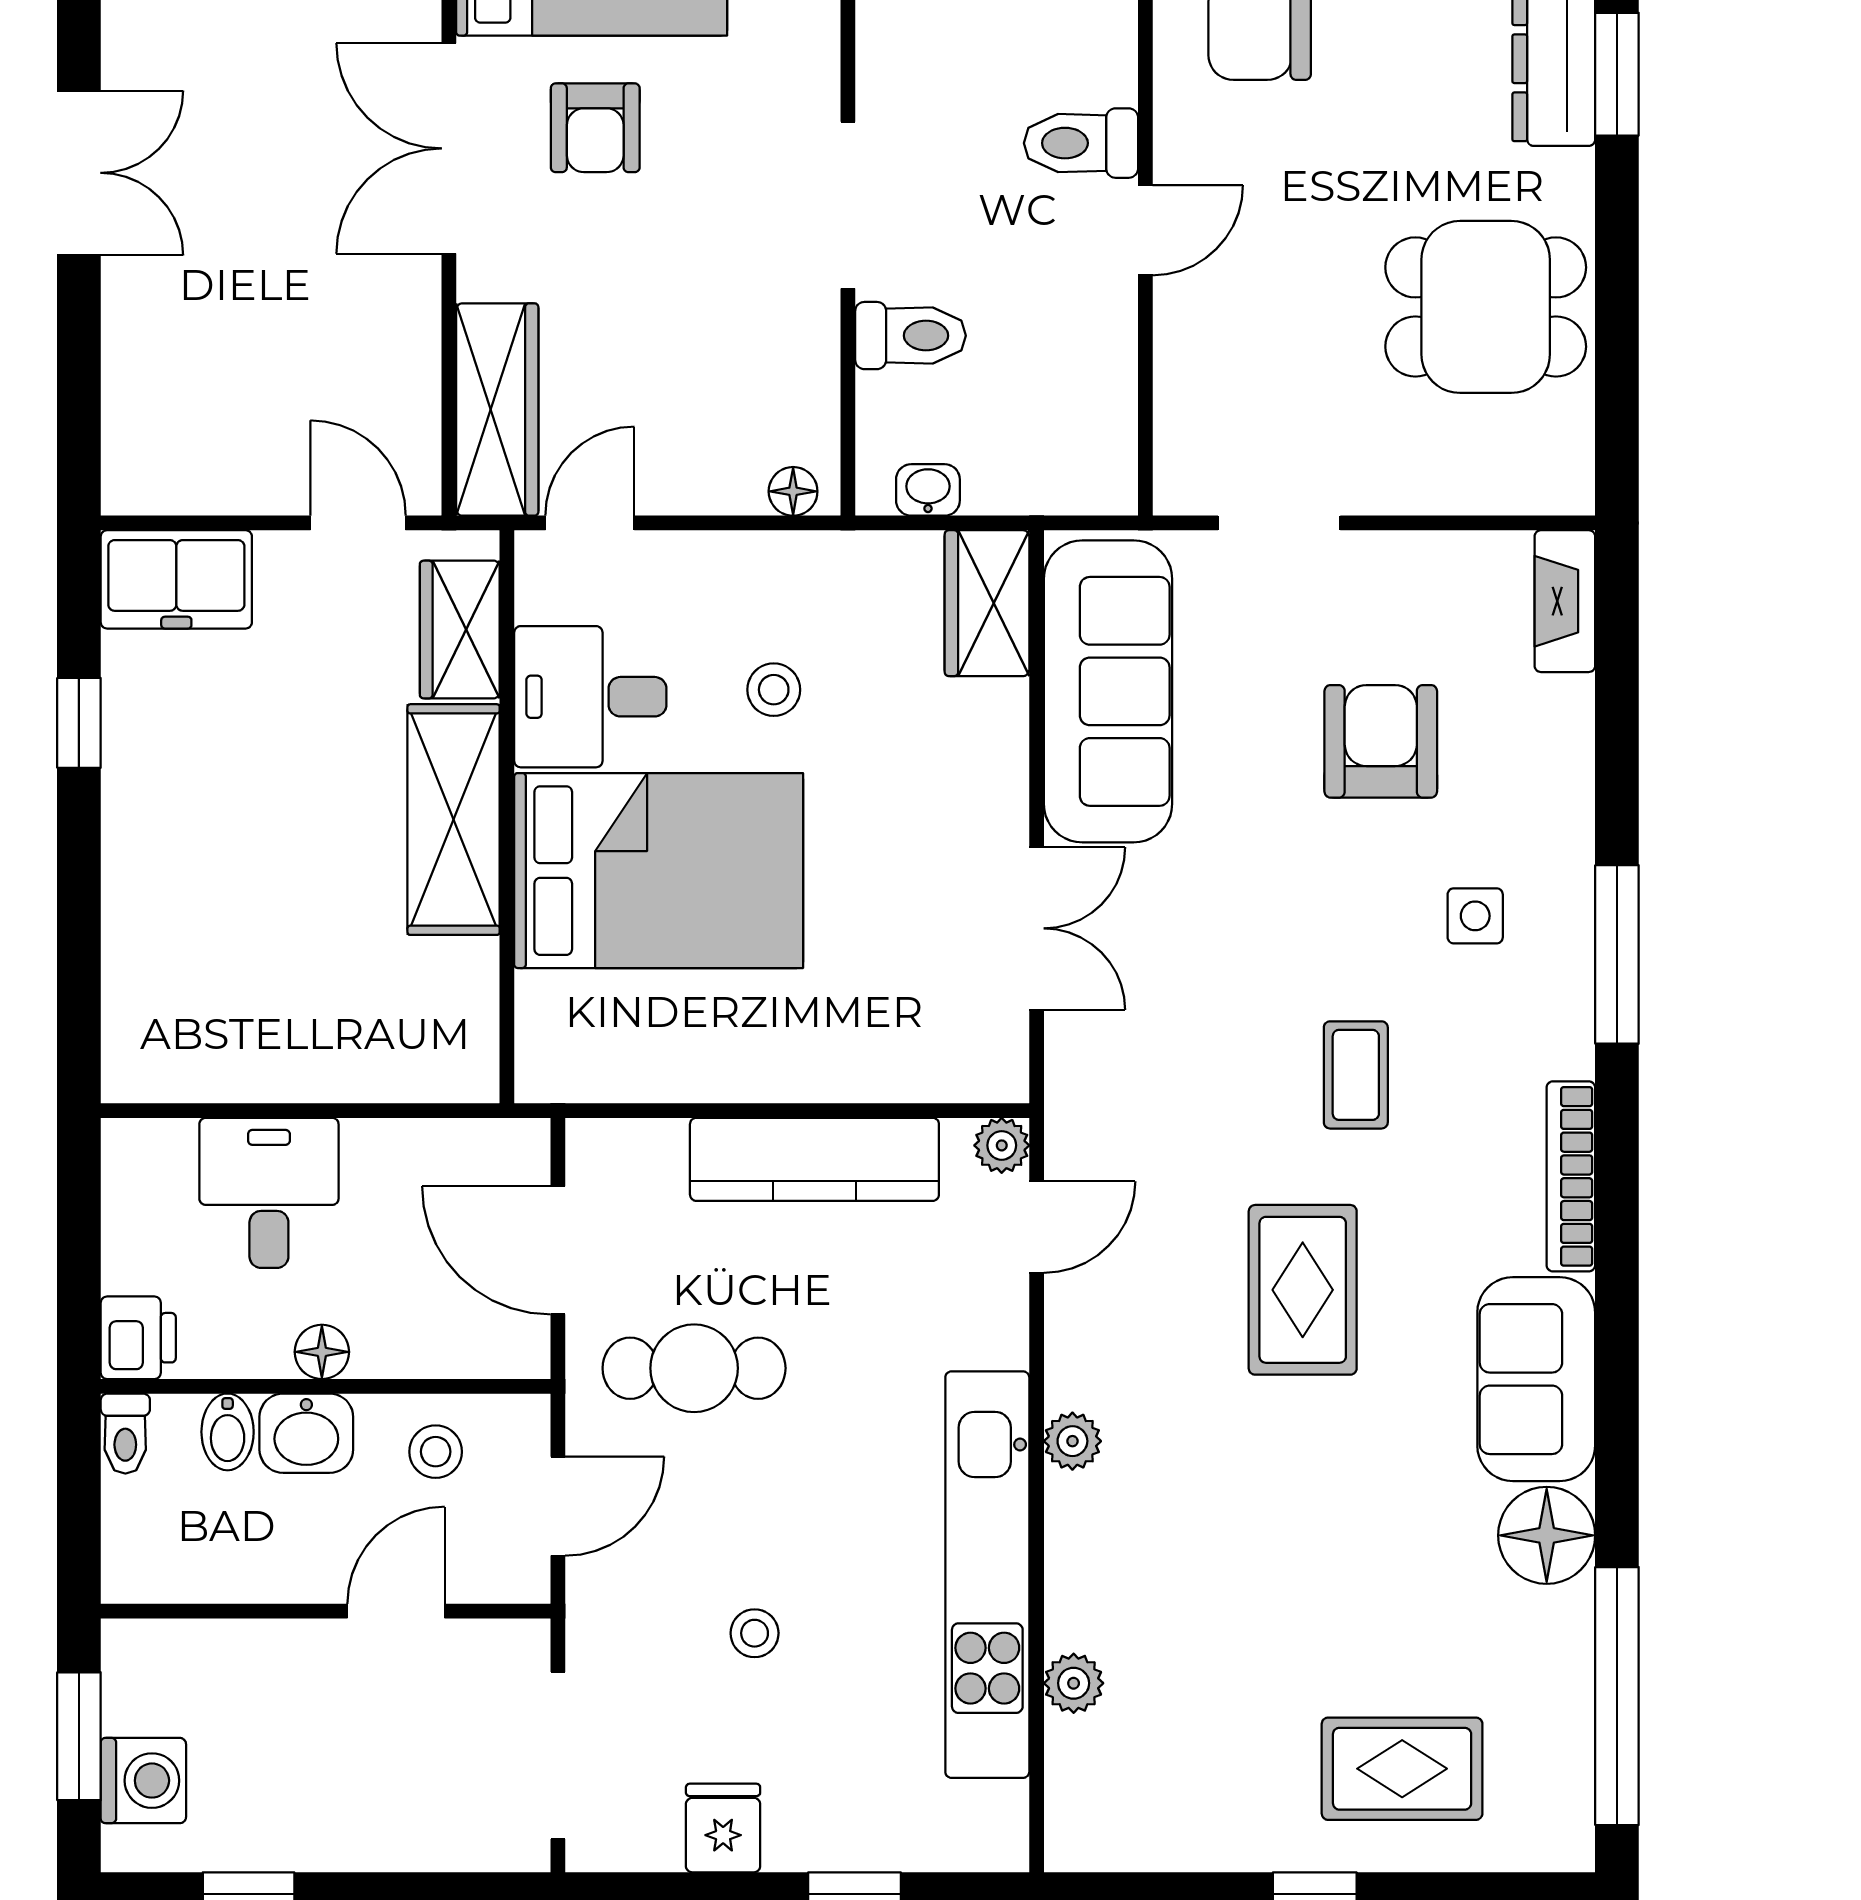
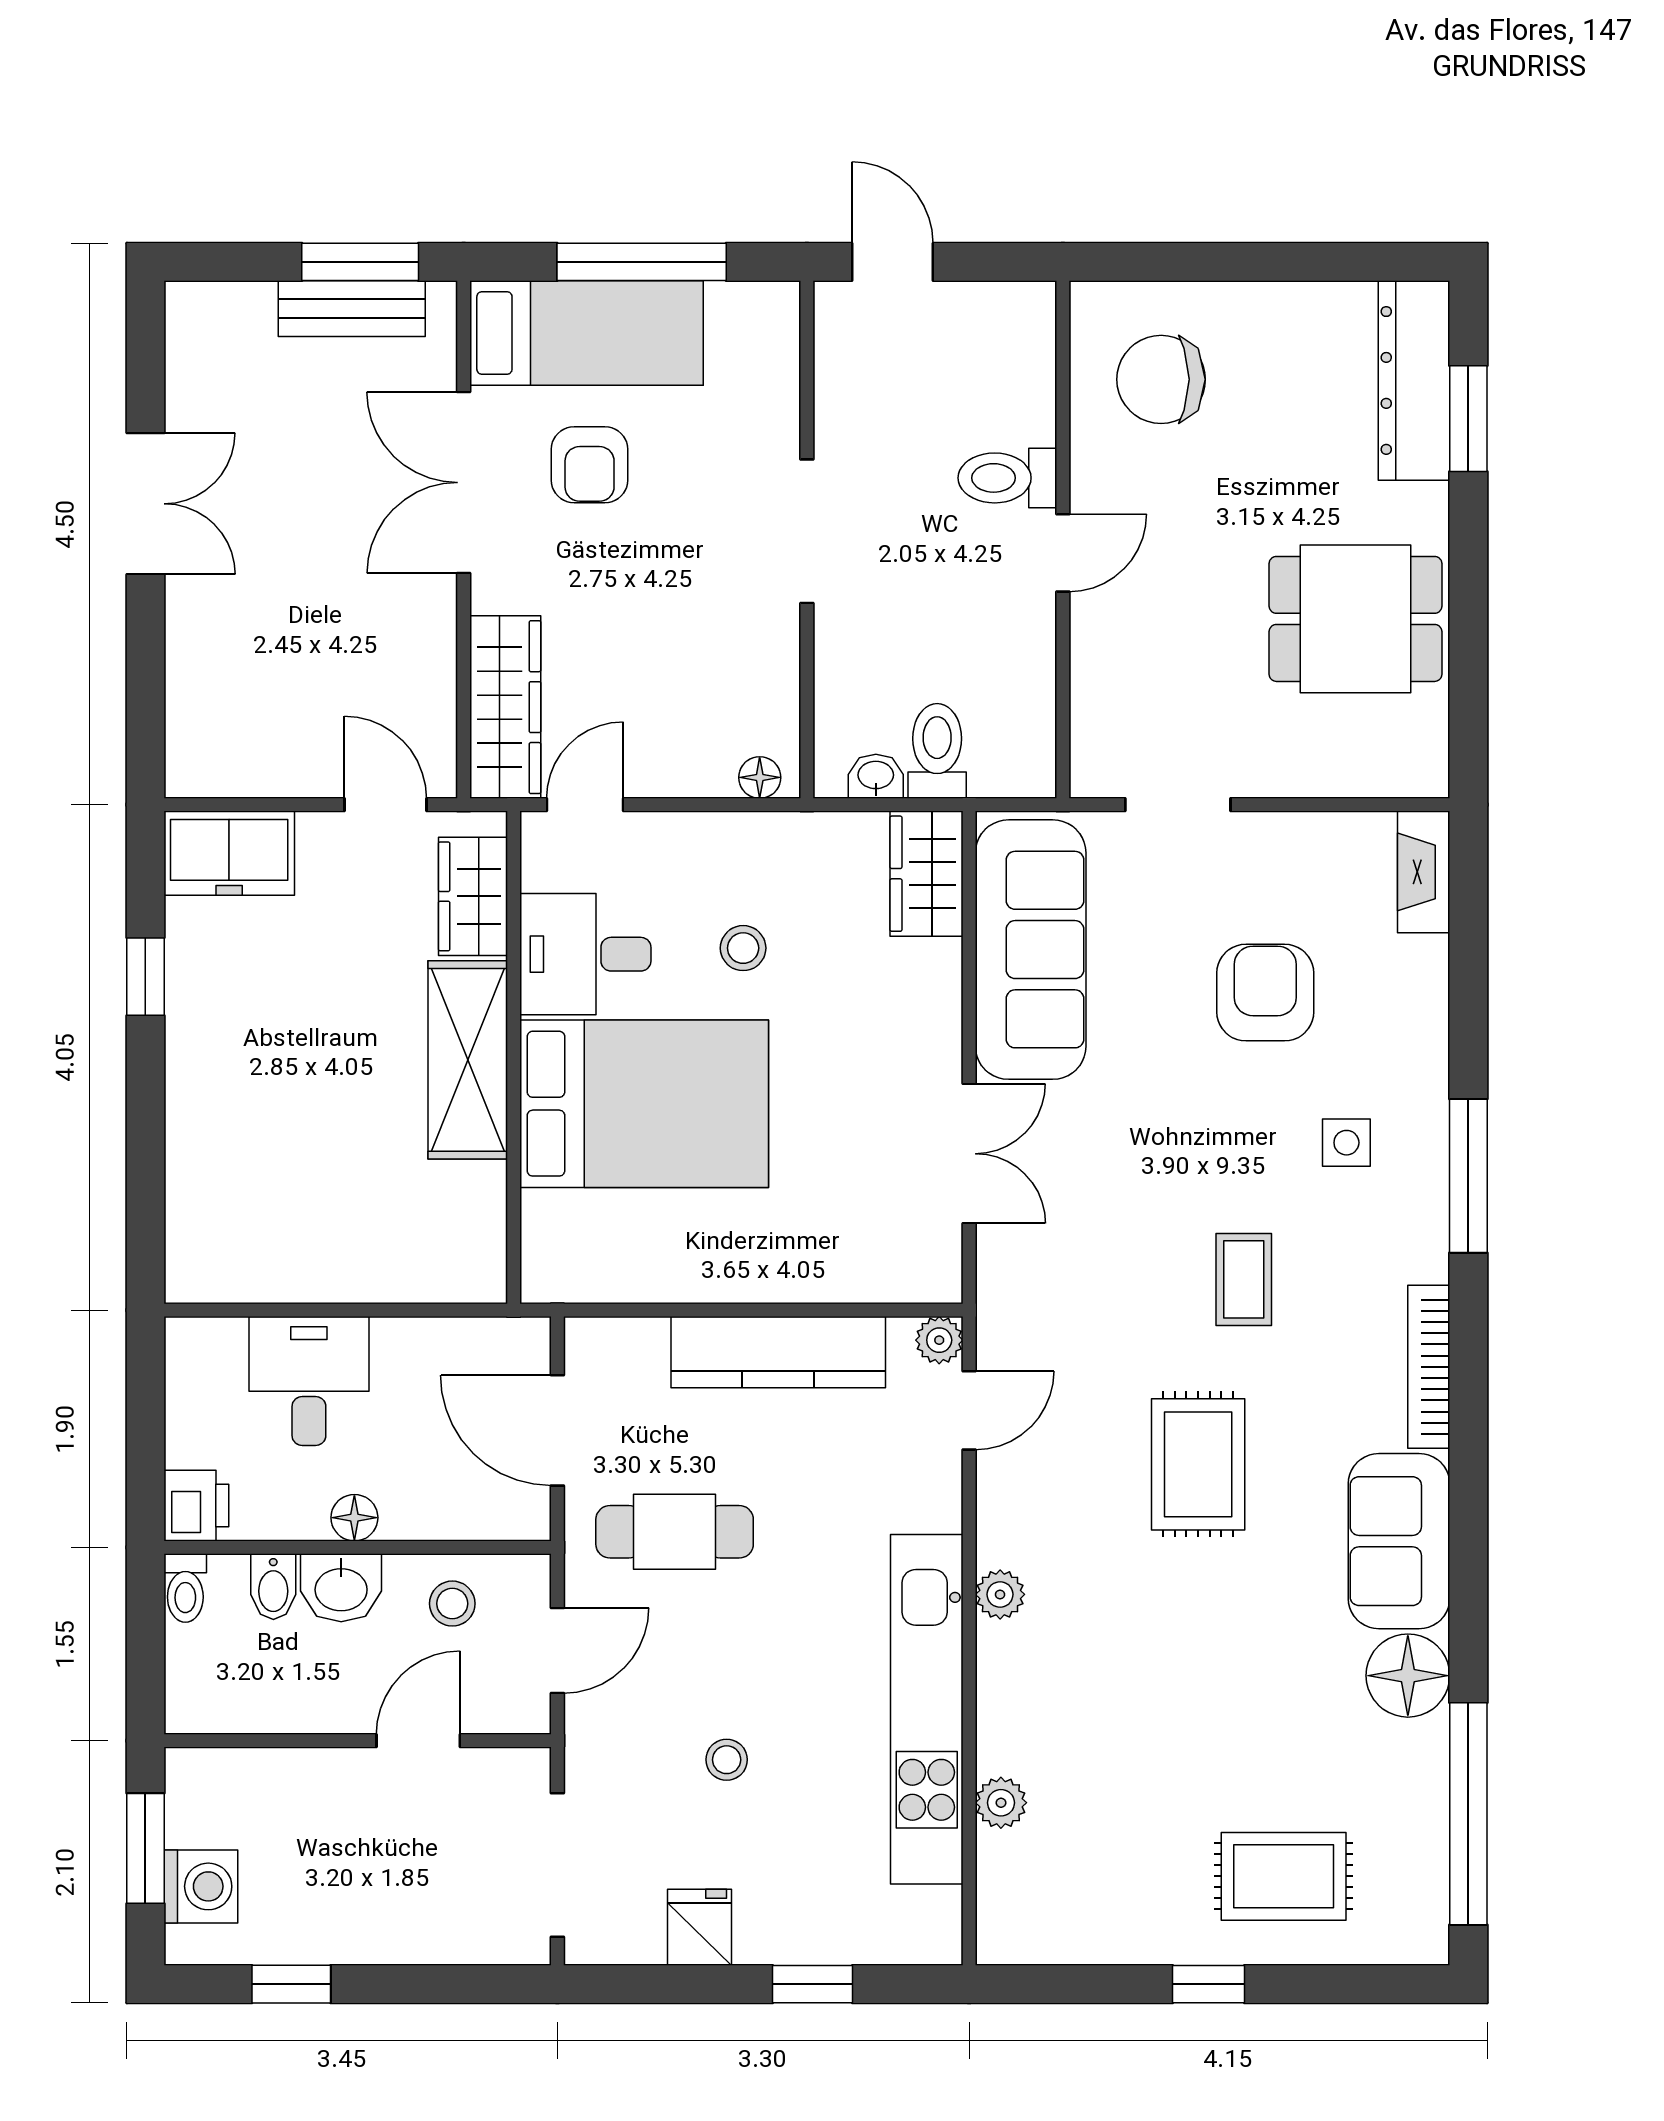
toilet: (911, 336) -> (937, 751), moved, turned -90

